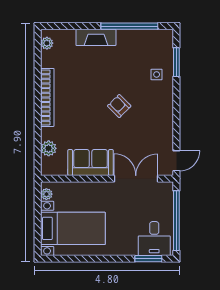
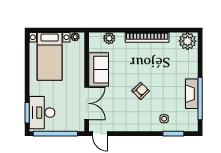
fireplace: (96, 37) -> (192, 94), moved
plant: (47, 43) -> (188, 41), width x1.88, depth x1.88
desk: (154, 239) -> (42, 113), width x1.37

